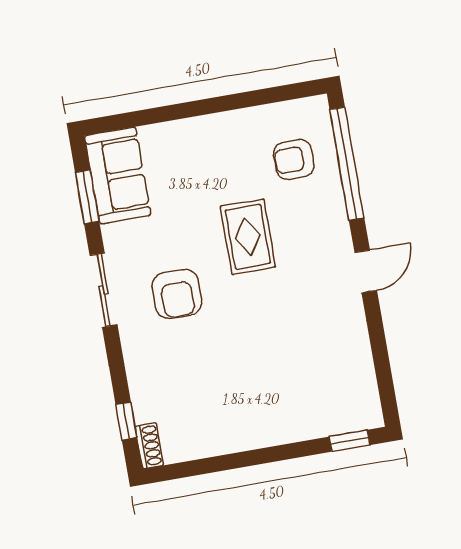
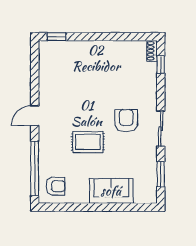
armchair: (294, 159) -> (56, 186), moved
sofa: (118, 175) -> (111, 191), moved, turned 90
rug: (248, 237) -> (88, 142), turned 90

